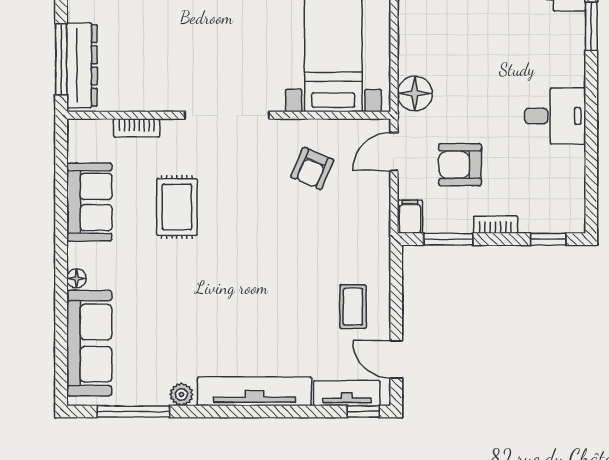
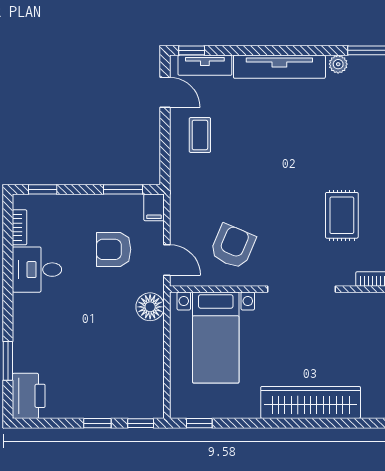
desk: (555, 116) -> (37, 270), moved
door: (394, 152) -> (167, 260), hinge flipped
armchair: (460, 165) -> (114, 249), turned 180
armchair: (312, 168) -> (233, 246), width x1.38, depth x1.38
bookcase: (496, 225) -> (20, 227), moved, turned -90

